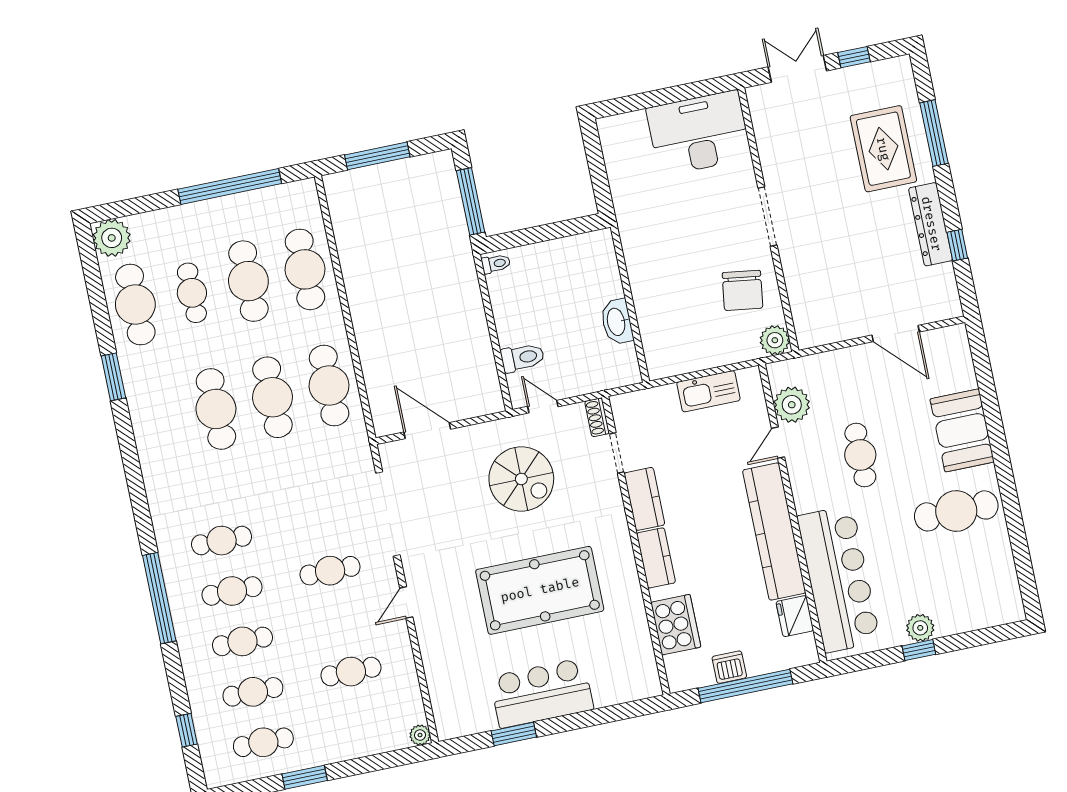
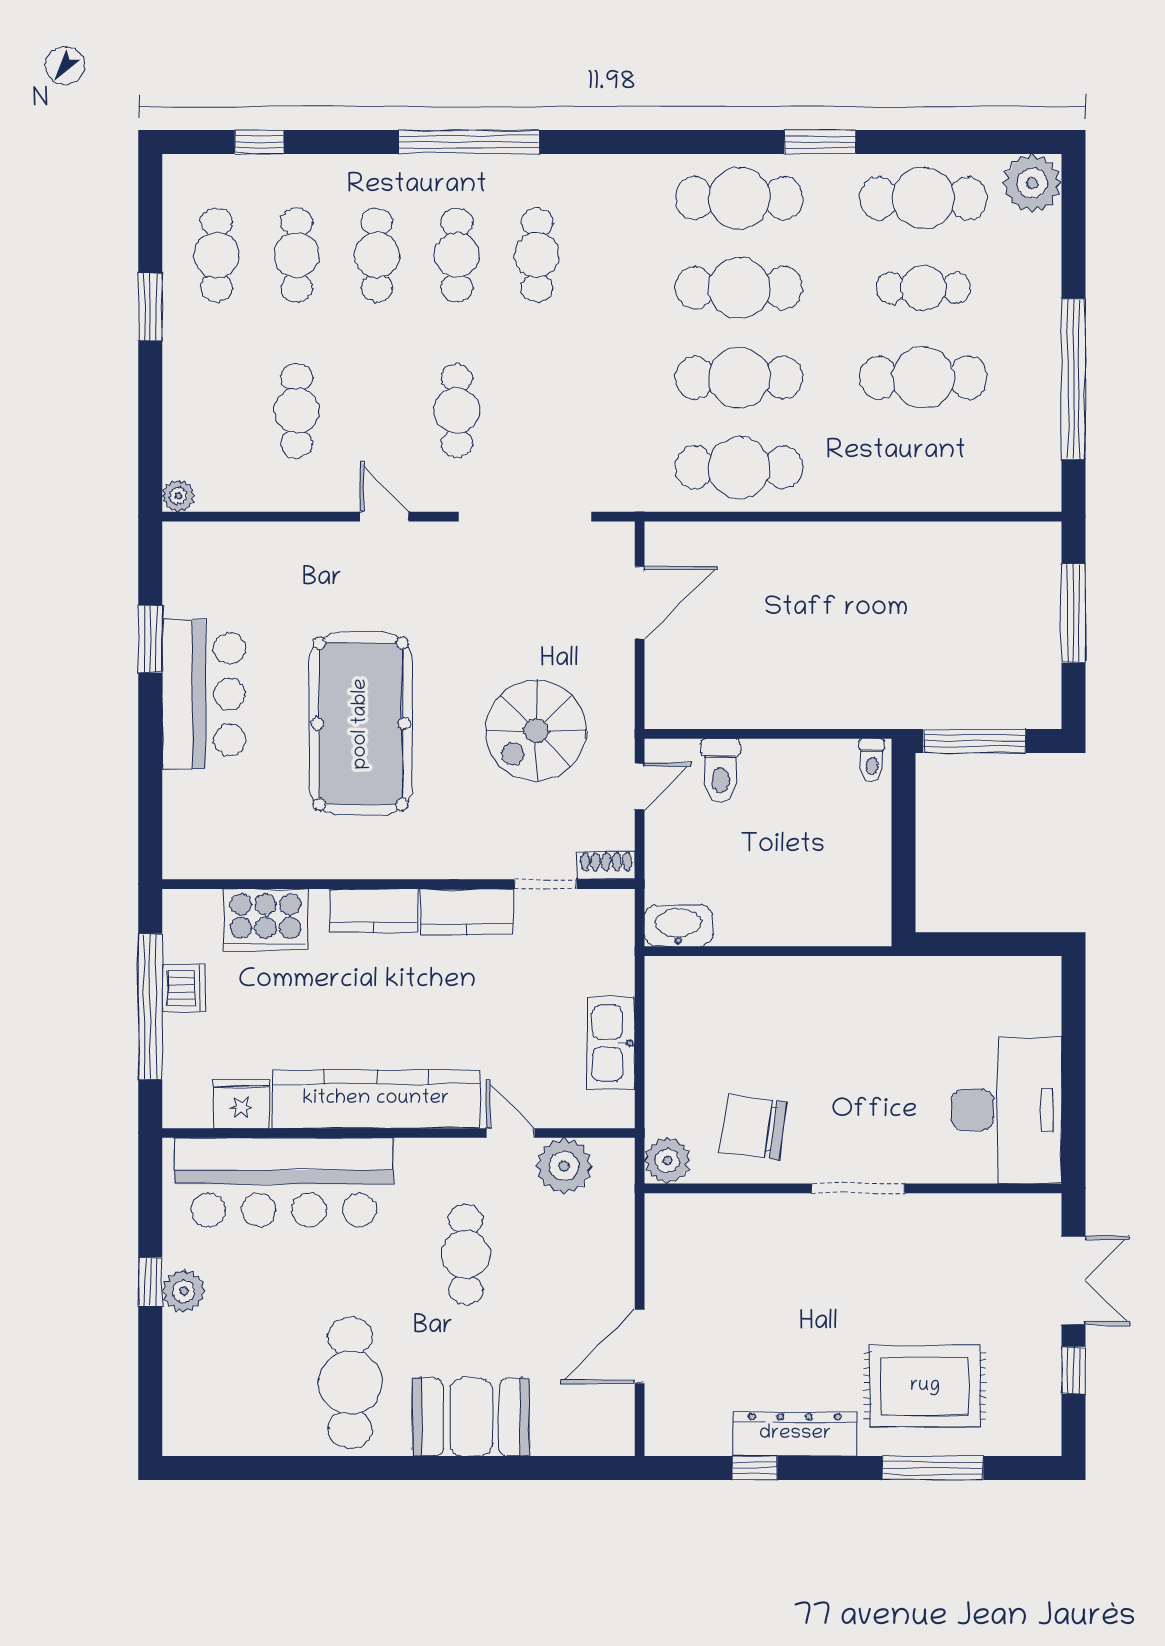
cafe table: (305, 269) -> (739, 198), moved
washbasin: (617, 322) -> (678, 926), moved
cafe table: (860, 455) -> (466, 1254), turned 90

